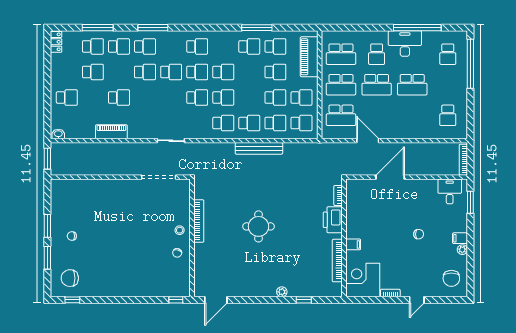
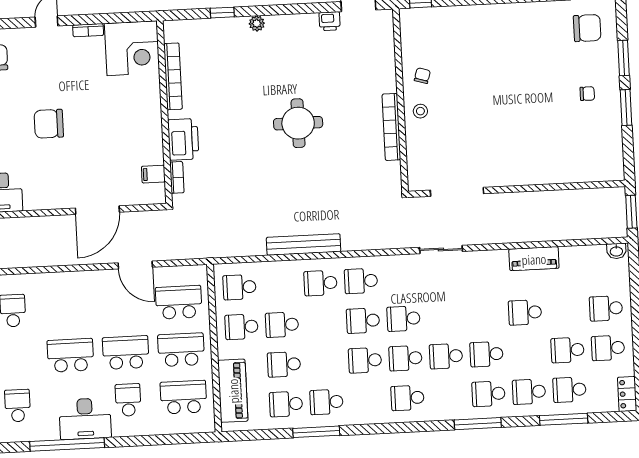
school desk: (275, 123) -> (608, 348), moved
chair: (419, 234) -> (49, 124), width x1.87, depth x1.87
filing cabinet: (353, 244) -> (153, 174), moved
printer: (235, 291) -> (330, 21), added

